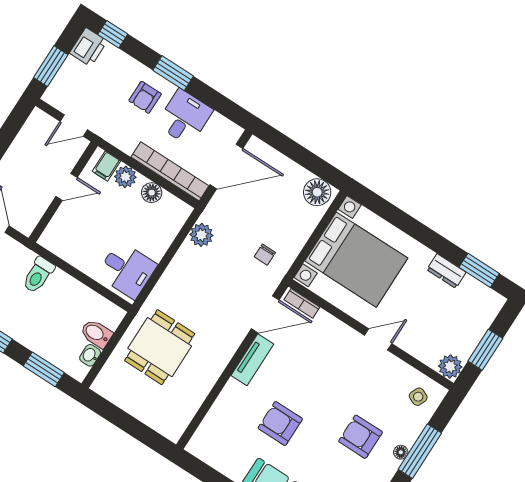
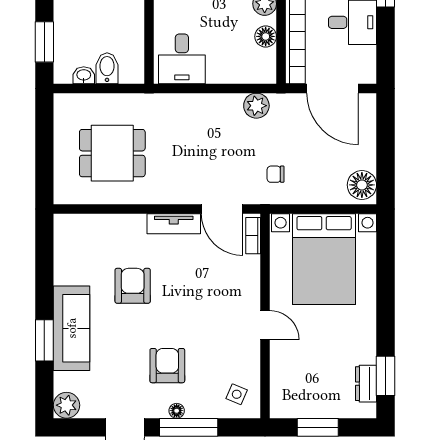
dresser: (446, 271) -> (366, 384), moved
dining table: (160, 347) -> (112, 153), moved
plant: (450, 366) -> (282, 405), removed

